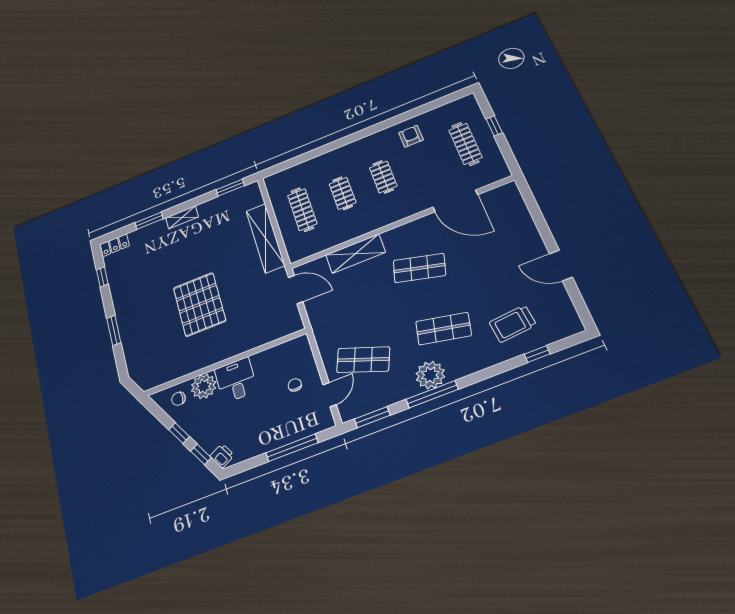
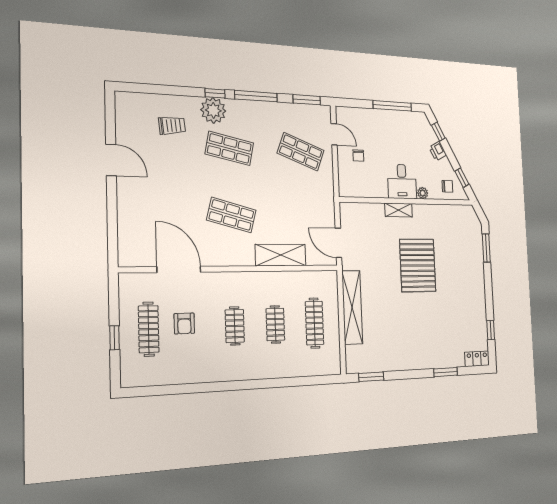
armchair: (411, 136) -> (184, 323), moved
shelving: (182, 217) -> (399, 210), moved
trolley: (513, 324) -> (172, 126), width x0.73, depth x0.72
window: (114, 330) -> (486, 248), moved
window: (537, 354) -> (215, 93), moved
plant: (430, 375) -> (213, 110), moved
plant: (204, 386) -> (423, 193), width x0.53, depth x0.53
door: (329, 395) -> (334, 134), swing flipped
window: (179, 433) -> (462, 178), moved
window: (292, 448) -> (392, 106), moved
printer: (222, 456) -> (438, 151), moved

